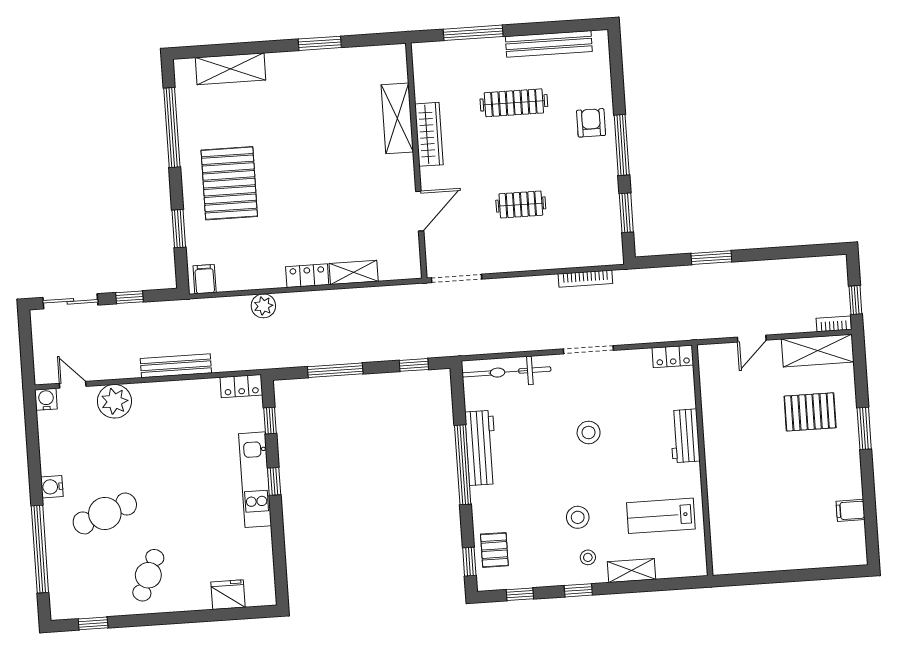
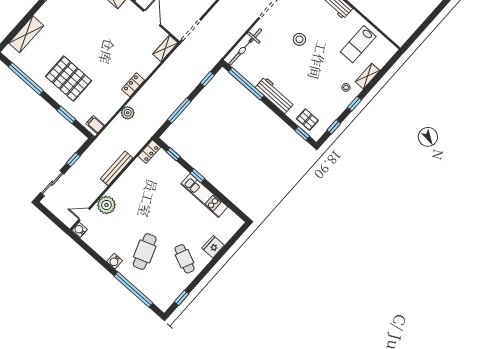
shelving: (354, 272) -> (165, 49), moved
workbench: (481, 448) -> (275, 95), moved
window: (463, 465) -> (246, 84), moved
kitchen unit: (255, 480) -> (204, 195), moved
stool: (578, 517) -> (327, 76), removed
fridge: (228, 595) -> (213, 247), moved

